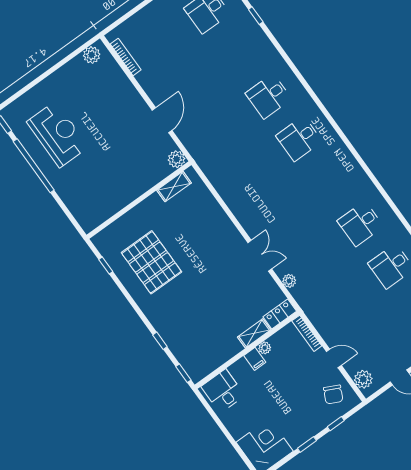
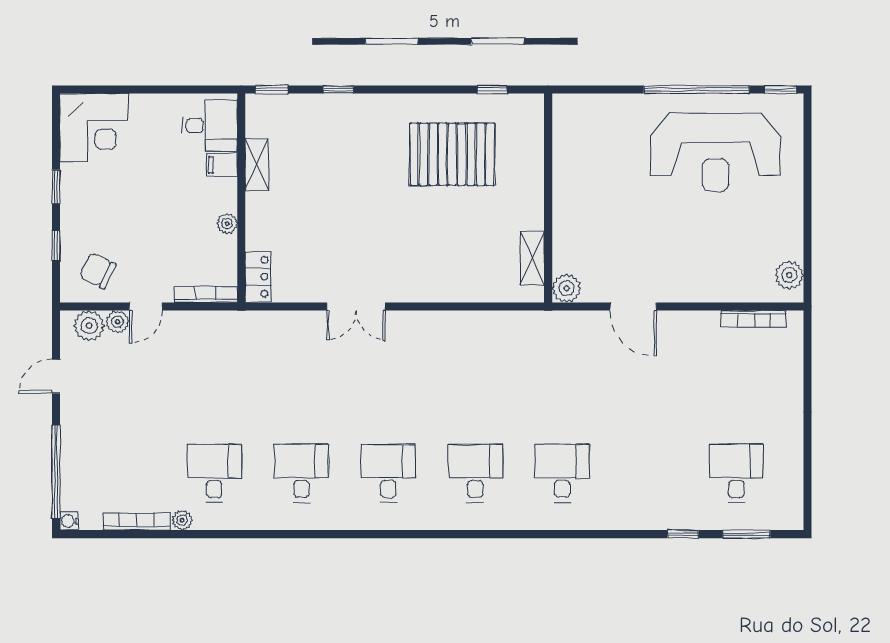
reception desk: (58, 134) -> (715, 152), width x1.36, depth x1.30
desk: (330, 181) -> (388, 473), added
plant: (289, 281) -> (118, 322), moved
shelving: (254, 333) -> (257, 165), moved
filing cabinet: (255, 359) -> (222, 165), moved

